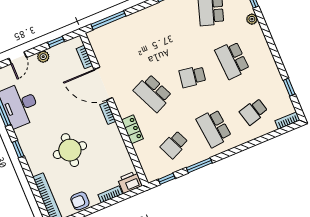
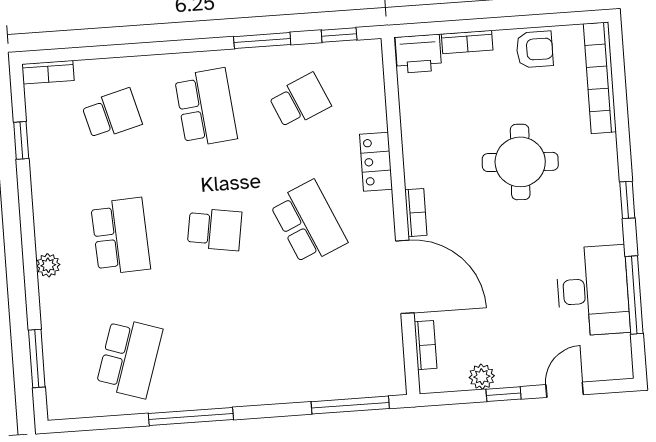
plant: (252, 19) -> (48, 265), moved
window: (56, 42) -> (504, 394), moved
plant: (43, 57) -> (482, 377), moved

